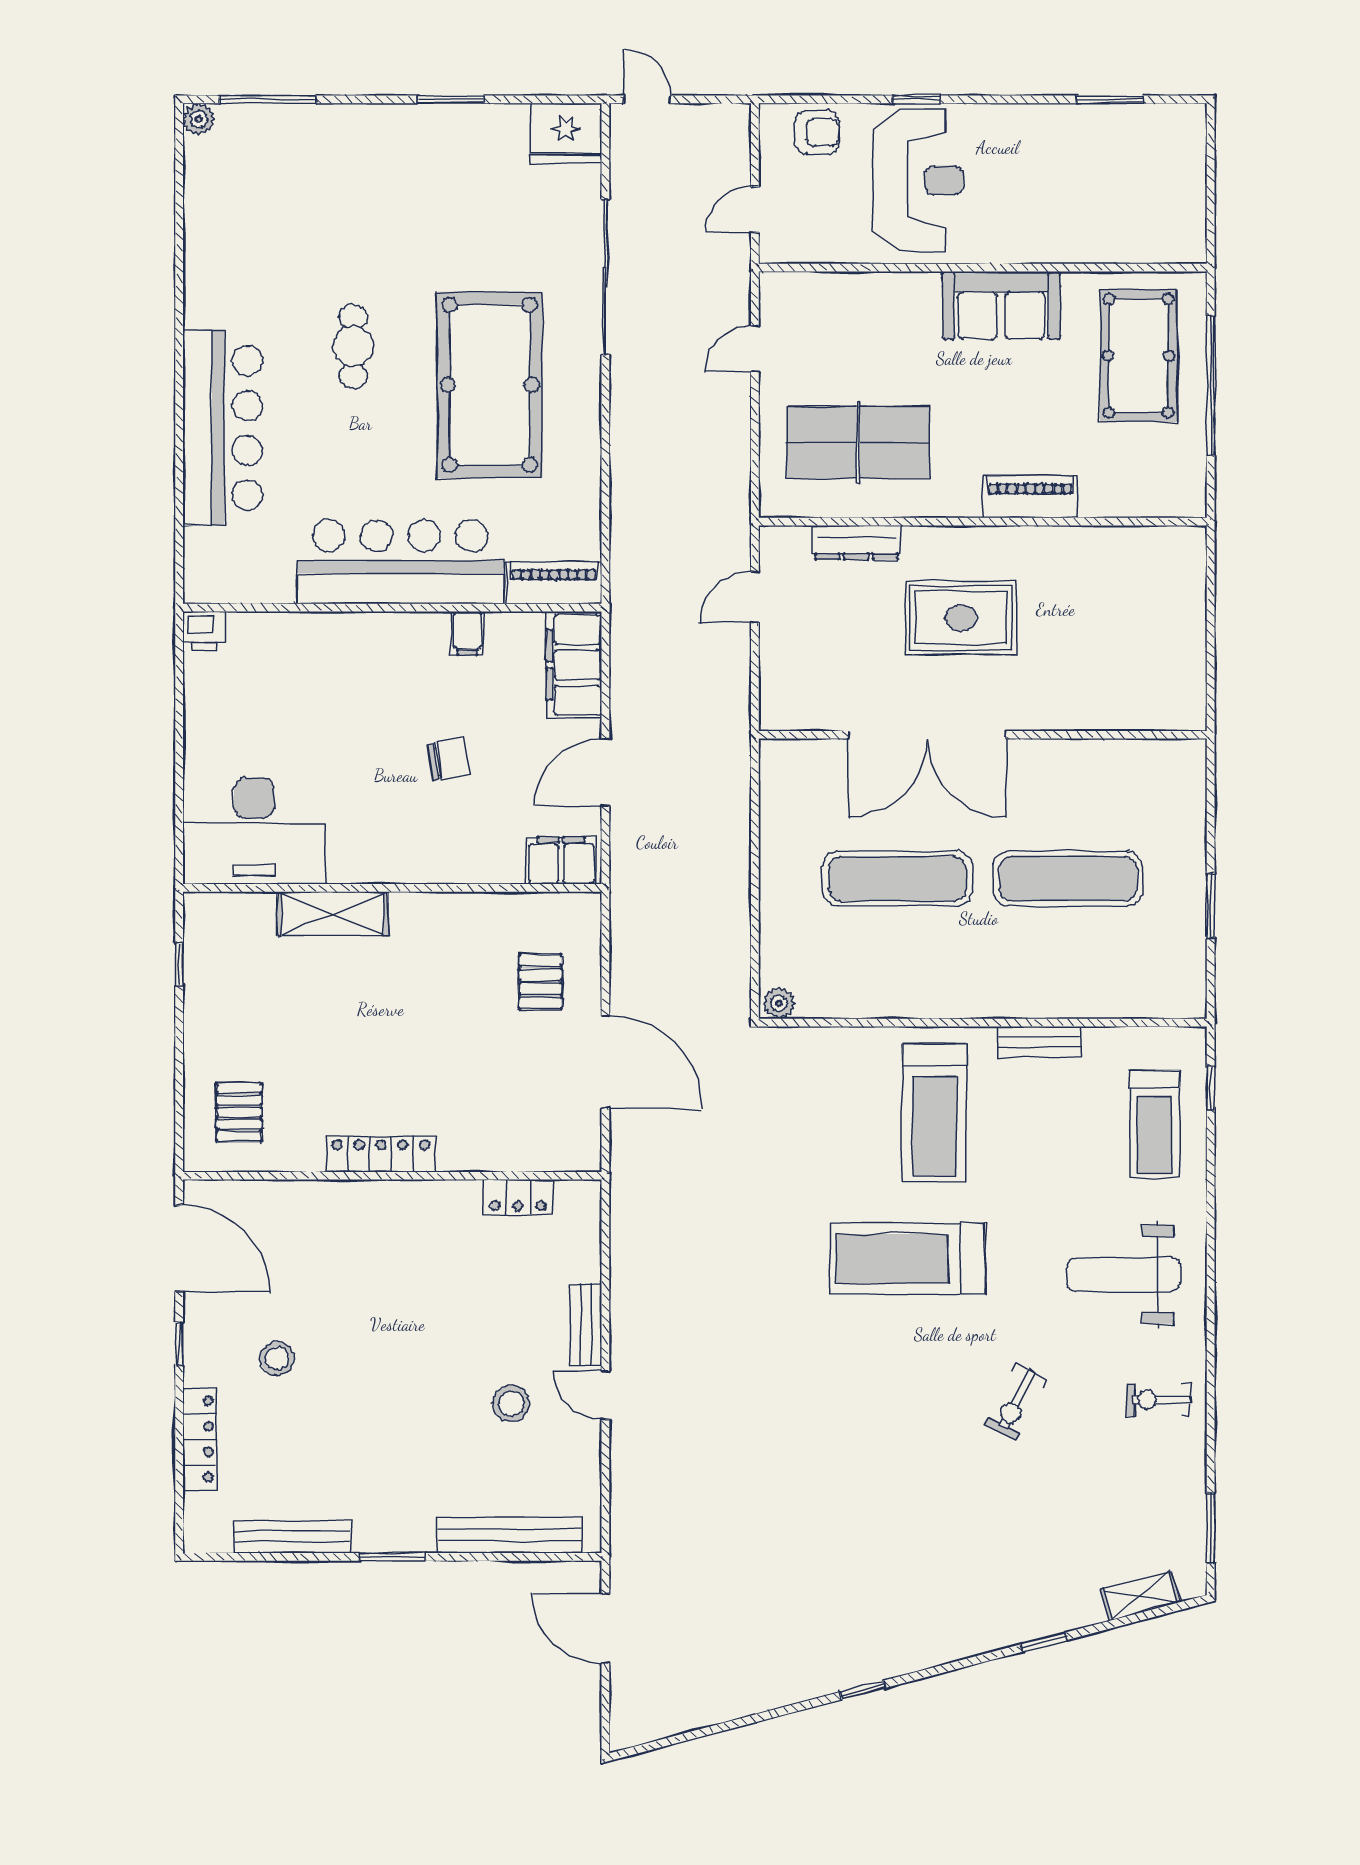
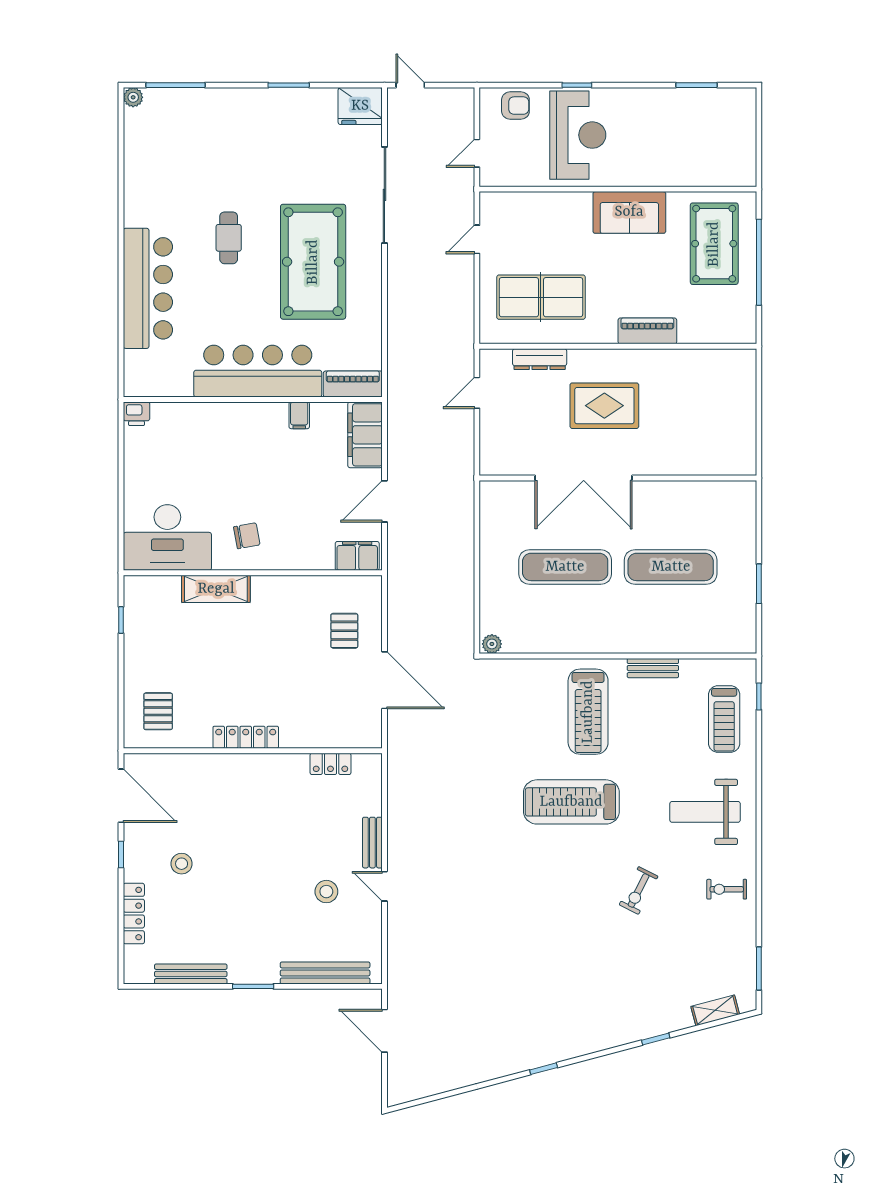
chair: (448, 760) -> (247, 536), moved

